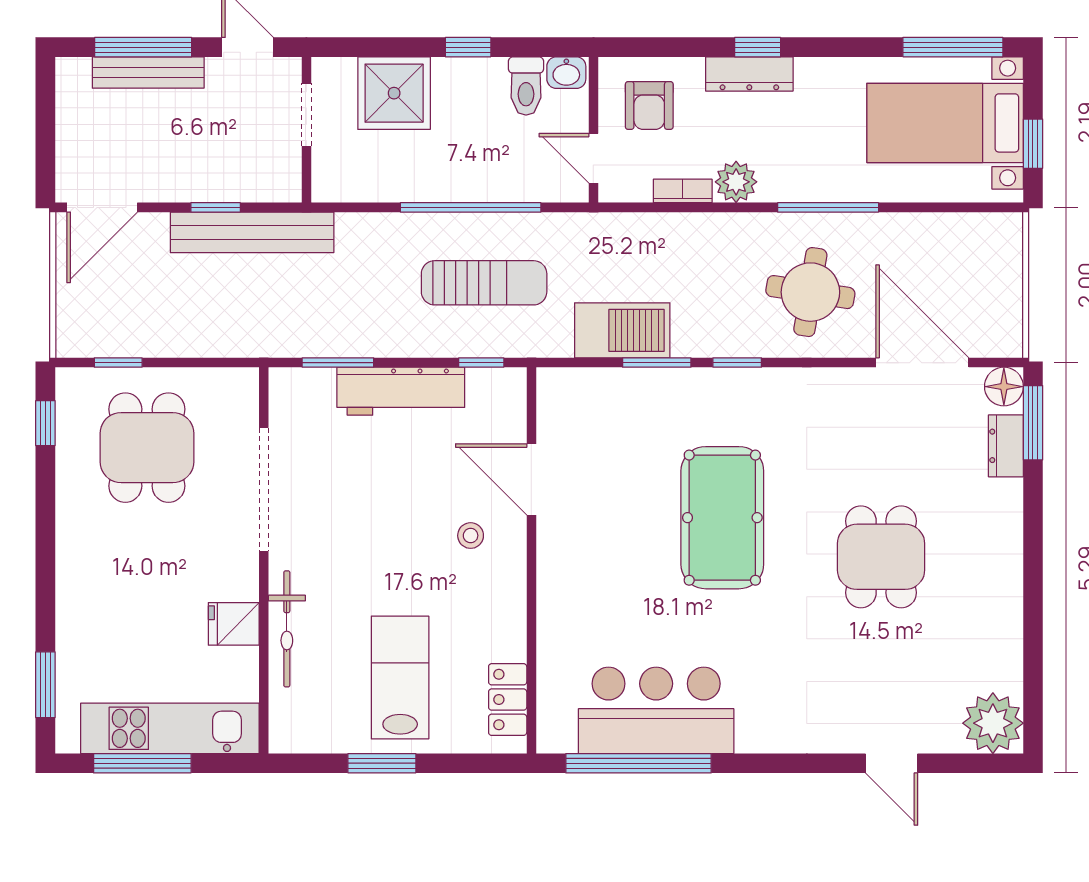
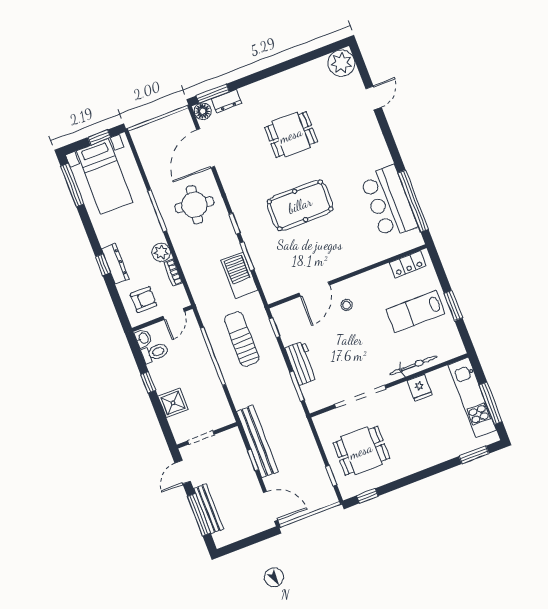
shower: (394, 93) -> (173, 403), width x0.73, depth x0.73
workbench: (401, 391) -> (301, 363), width x0.73

